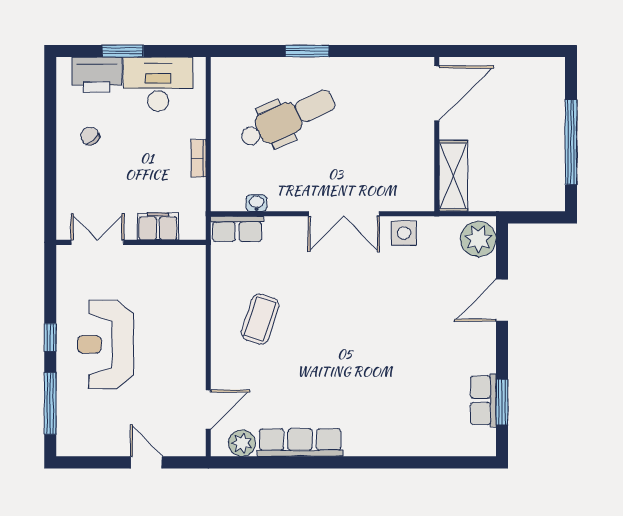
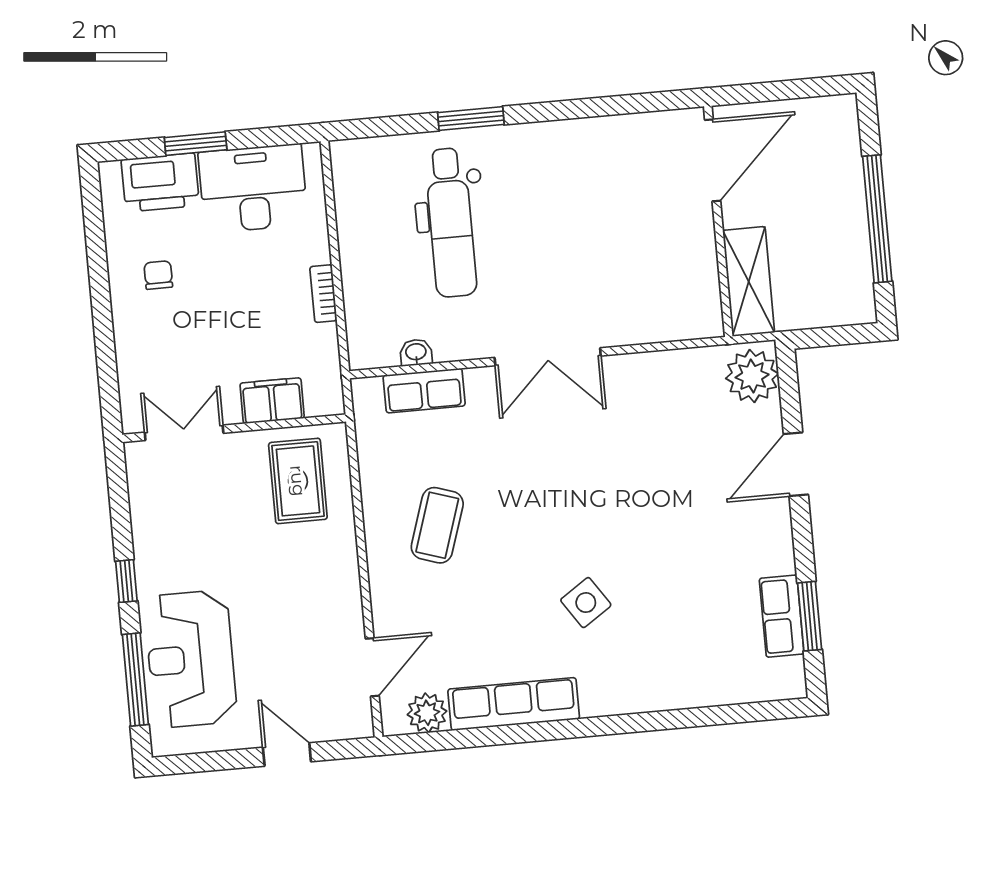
door: (437, 93) -> (713, 160), moved
dental chair: (287, 119) -> (451, 223), turned 115
wall: (437, 134) -> (718, 221), moved
chair: (90, 136) -> (158, 275), turned 44
shelving: (453, 176) -> (749, 281), moved
row of seats: (237, 229) -> (424, 391), moved
side table: (404, 233) -> (586, 603), moved, turned -34
rug: (170, 281) -> (298, 481), added
reception desk: (106, 344) -> (191, 659), moved

